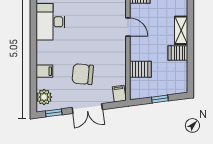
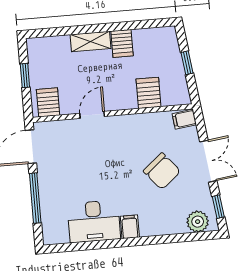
filing cabinet: (44, 71) -> (130, 227), moved
chair: (83, 74) -> (162, 171), turned -45

